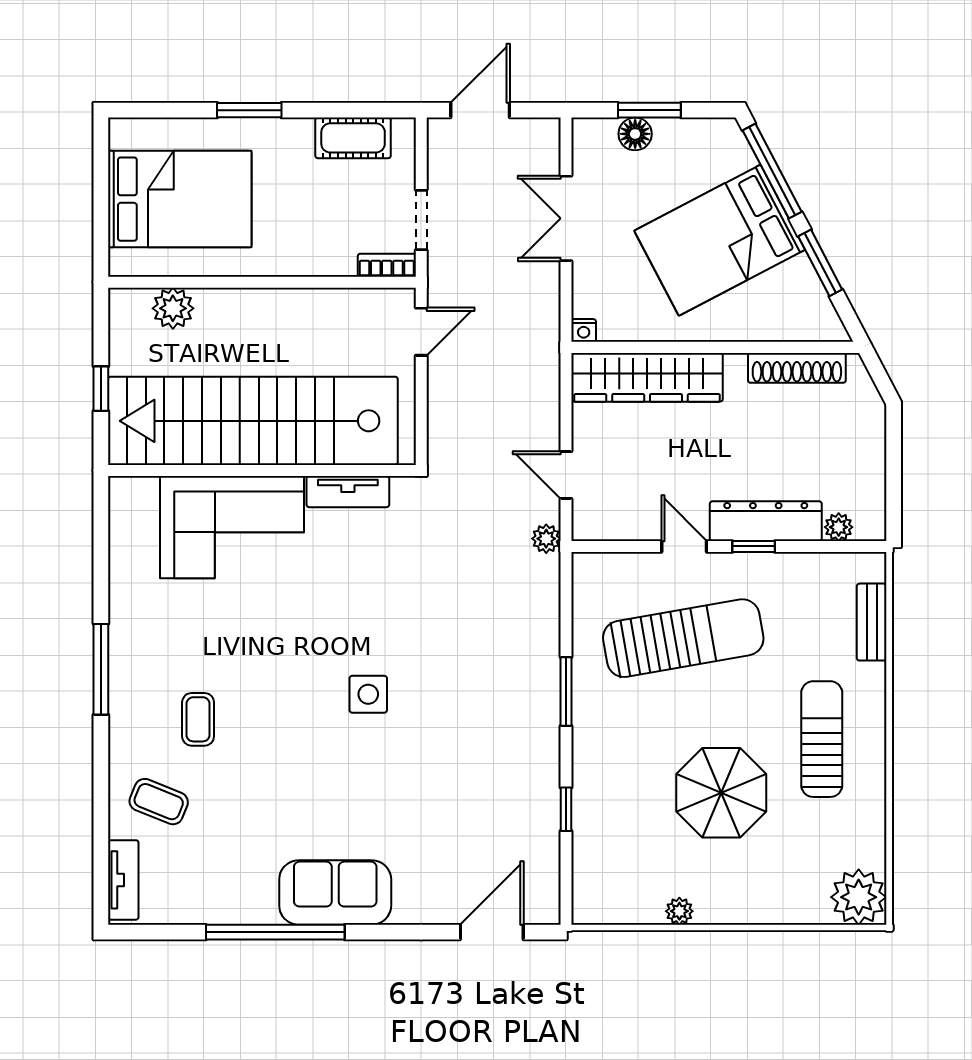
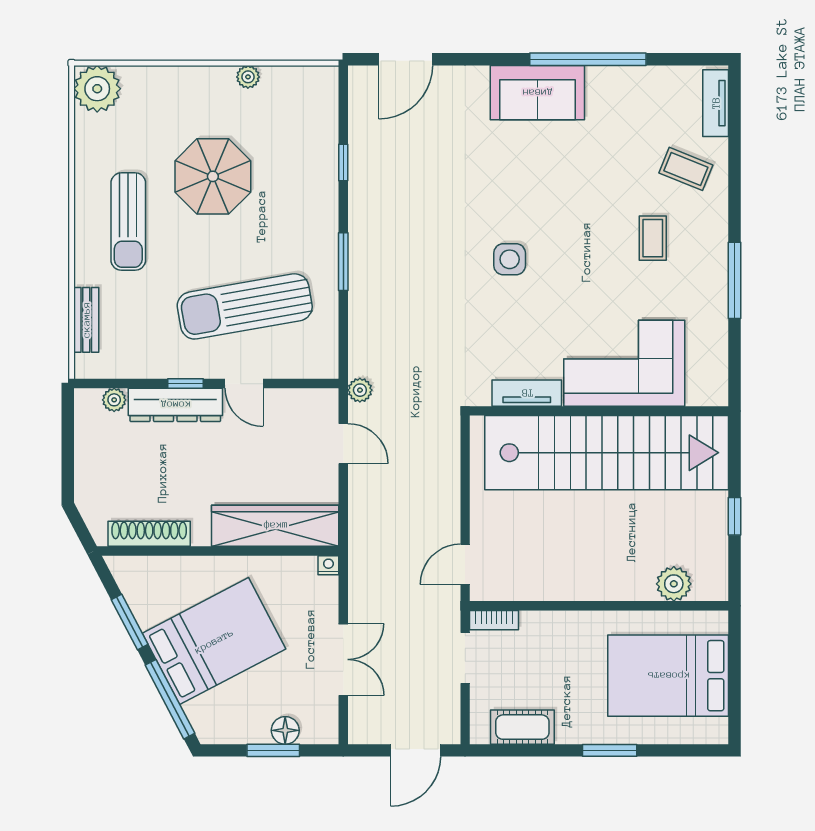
stairs: (253, 421) -> (607, 453), moved
wall: (262, 470) -> (599, 411), moved
tv unit: (348, 492) -> (527, 393), moved
corner sofa: (232, 527) -> (624, 363), moved

